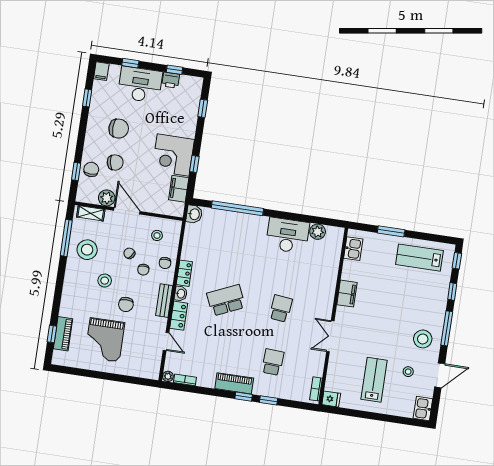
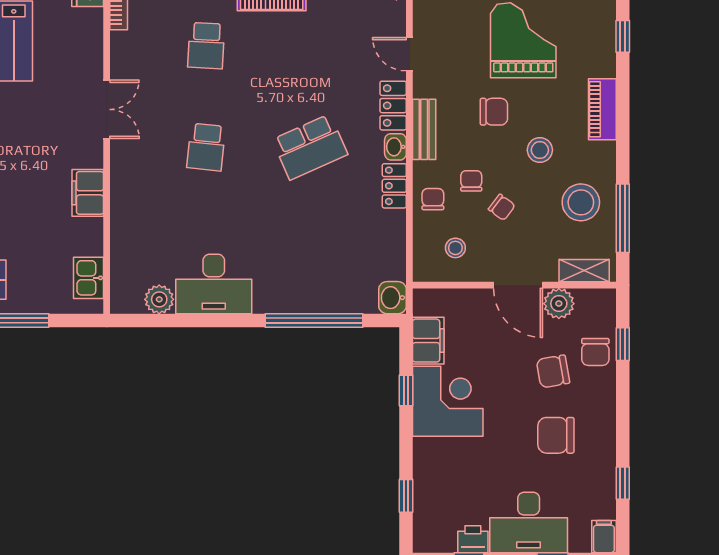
chair: (126, 304) -> (494, 112), turned 90
piano: (63, 334) -> (602, 109), moved

